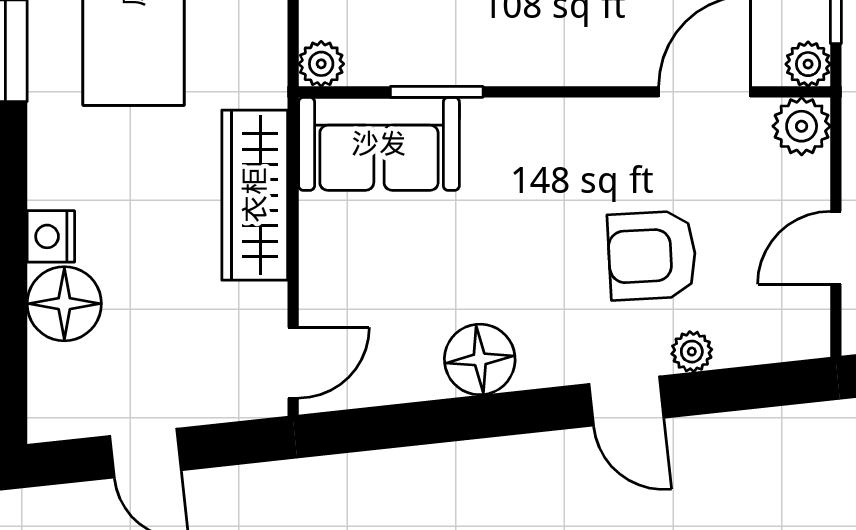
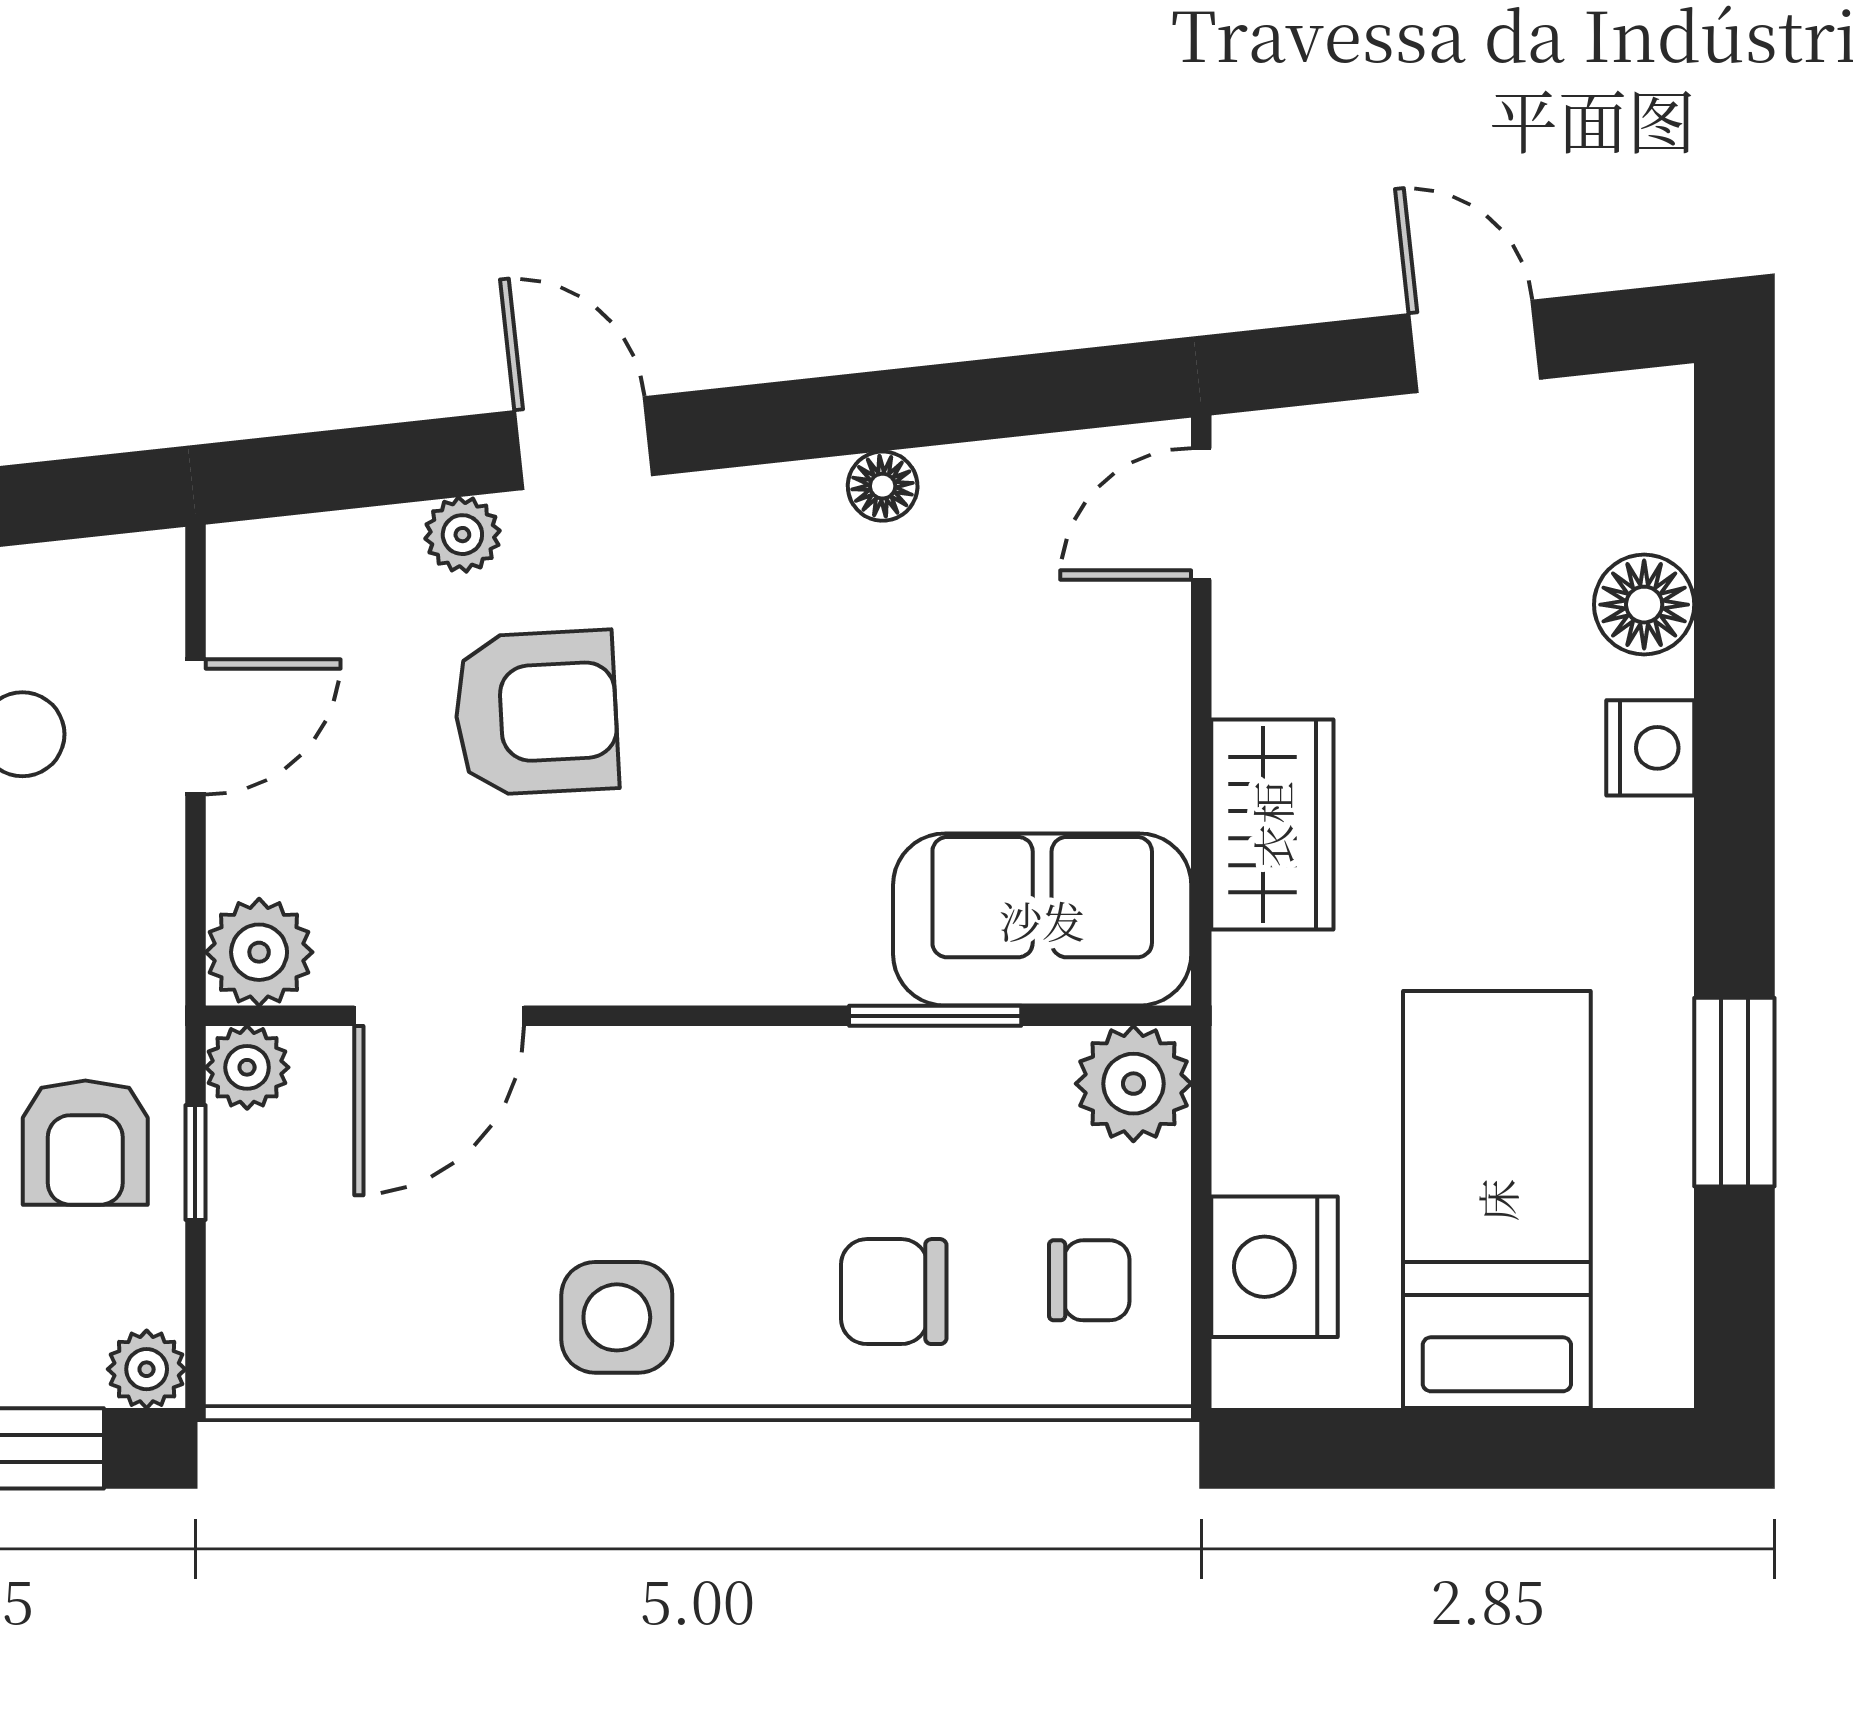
plant: (321, 64) -> (1133, 1084), width x1.38, depth x1.38
wardrobe: (255, 195) -> (1272, 824), width x0.67
floor lamp: (64, 304) -> (1644, 605), width x0.73, depth x0.73
floor lamp: (480, 359) -> (883, 486), width x0.53, depth x0.53

